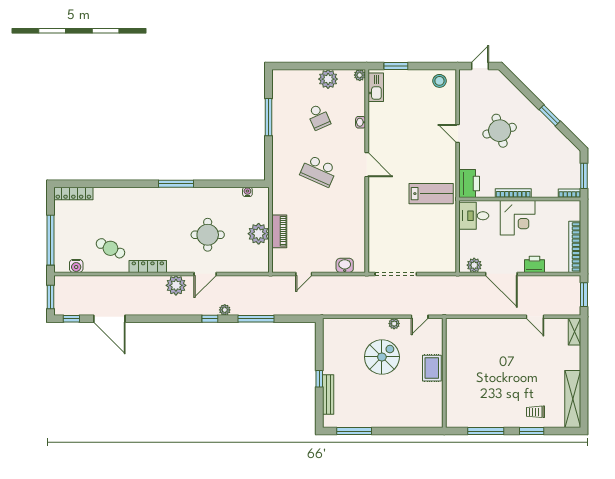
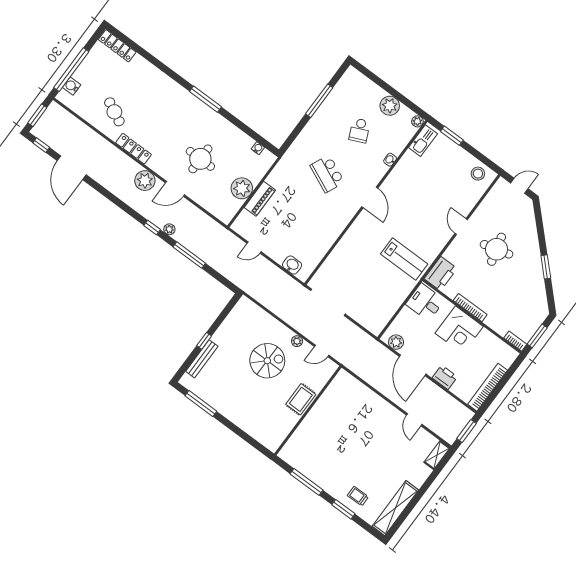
water cooler: (76, 266) -> (71, 86), moved, turned 90

